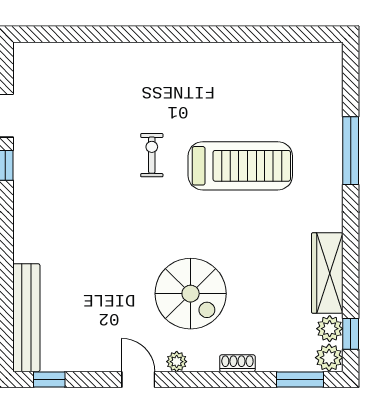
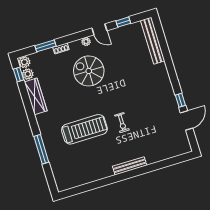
bench: (164, 53) -> (130, 166), added
treadmill: (240, 166) -> (84, 129), turned 180
window: (49, 380) -> (123, 22), moved
window: (300, 380) -> (46, 46), moved

